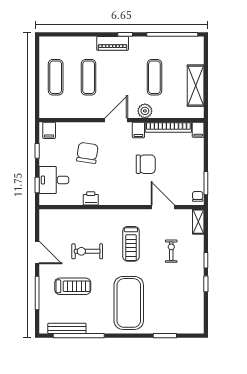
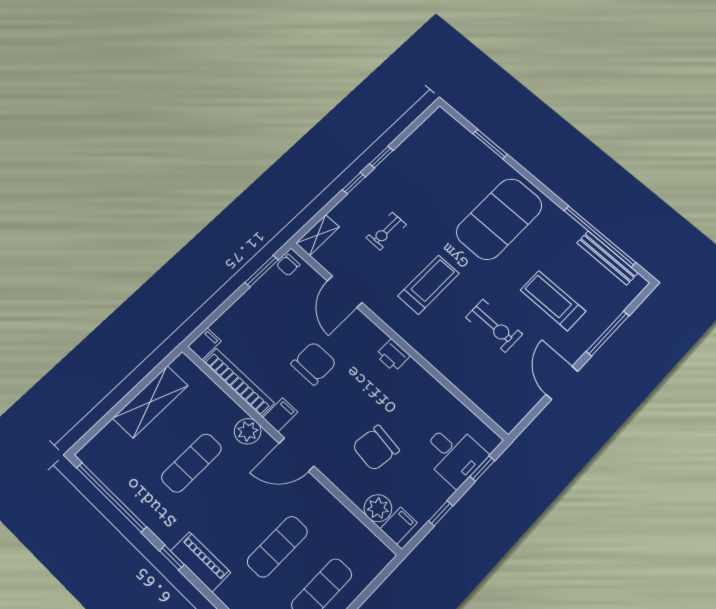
plant: (64, 129) -> (378, 508), added
chair: (146, 164) -> (314, 363), turned 90
printer: (91, 198) -> (393, 355), moved

